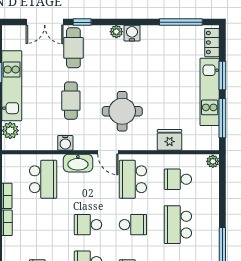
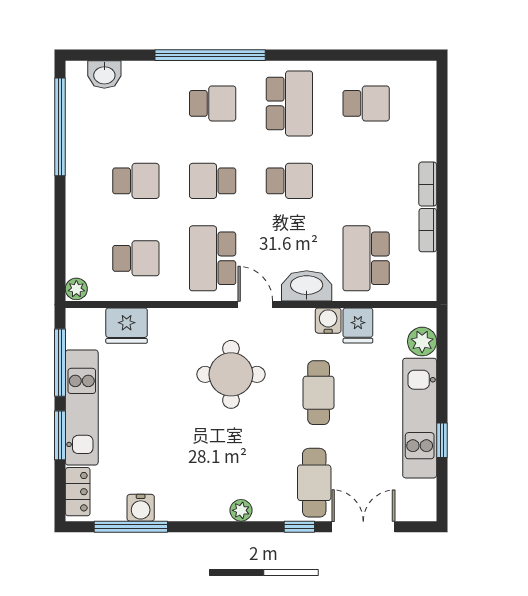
water cooler: (132, 33) -> (141, 508), moved
fridge: (48, 140) -> (358, 325), added
fridge: (170, 140) -> (127, 326), moved
school desk: (133, 179) -> (213, 258), turned 180
school desk: (178, 225) -> (136, 181), width x0.54

